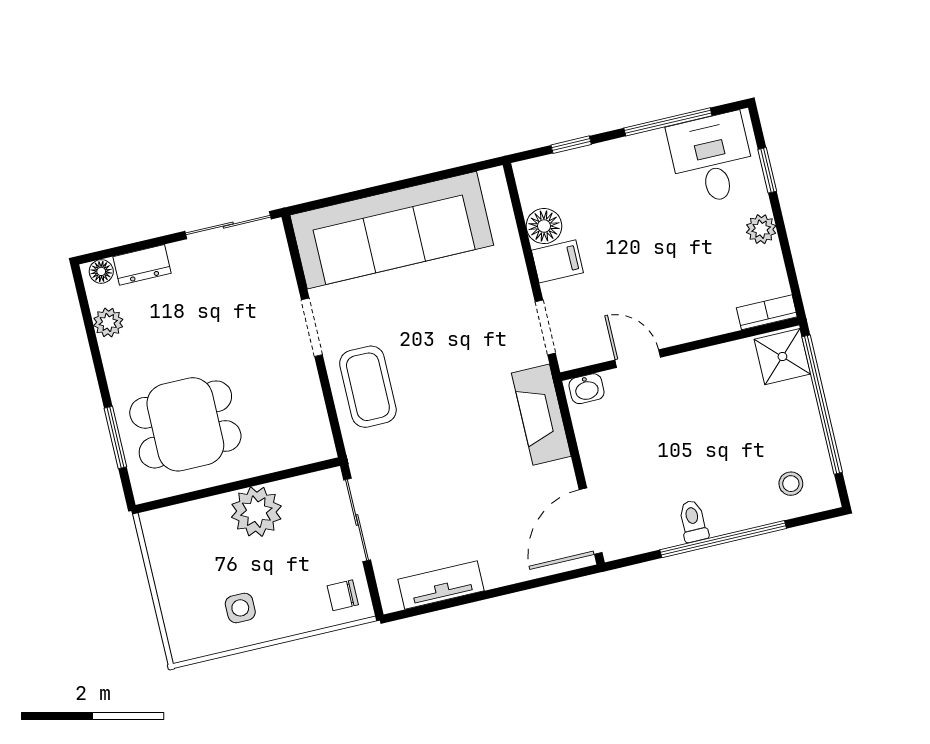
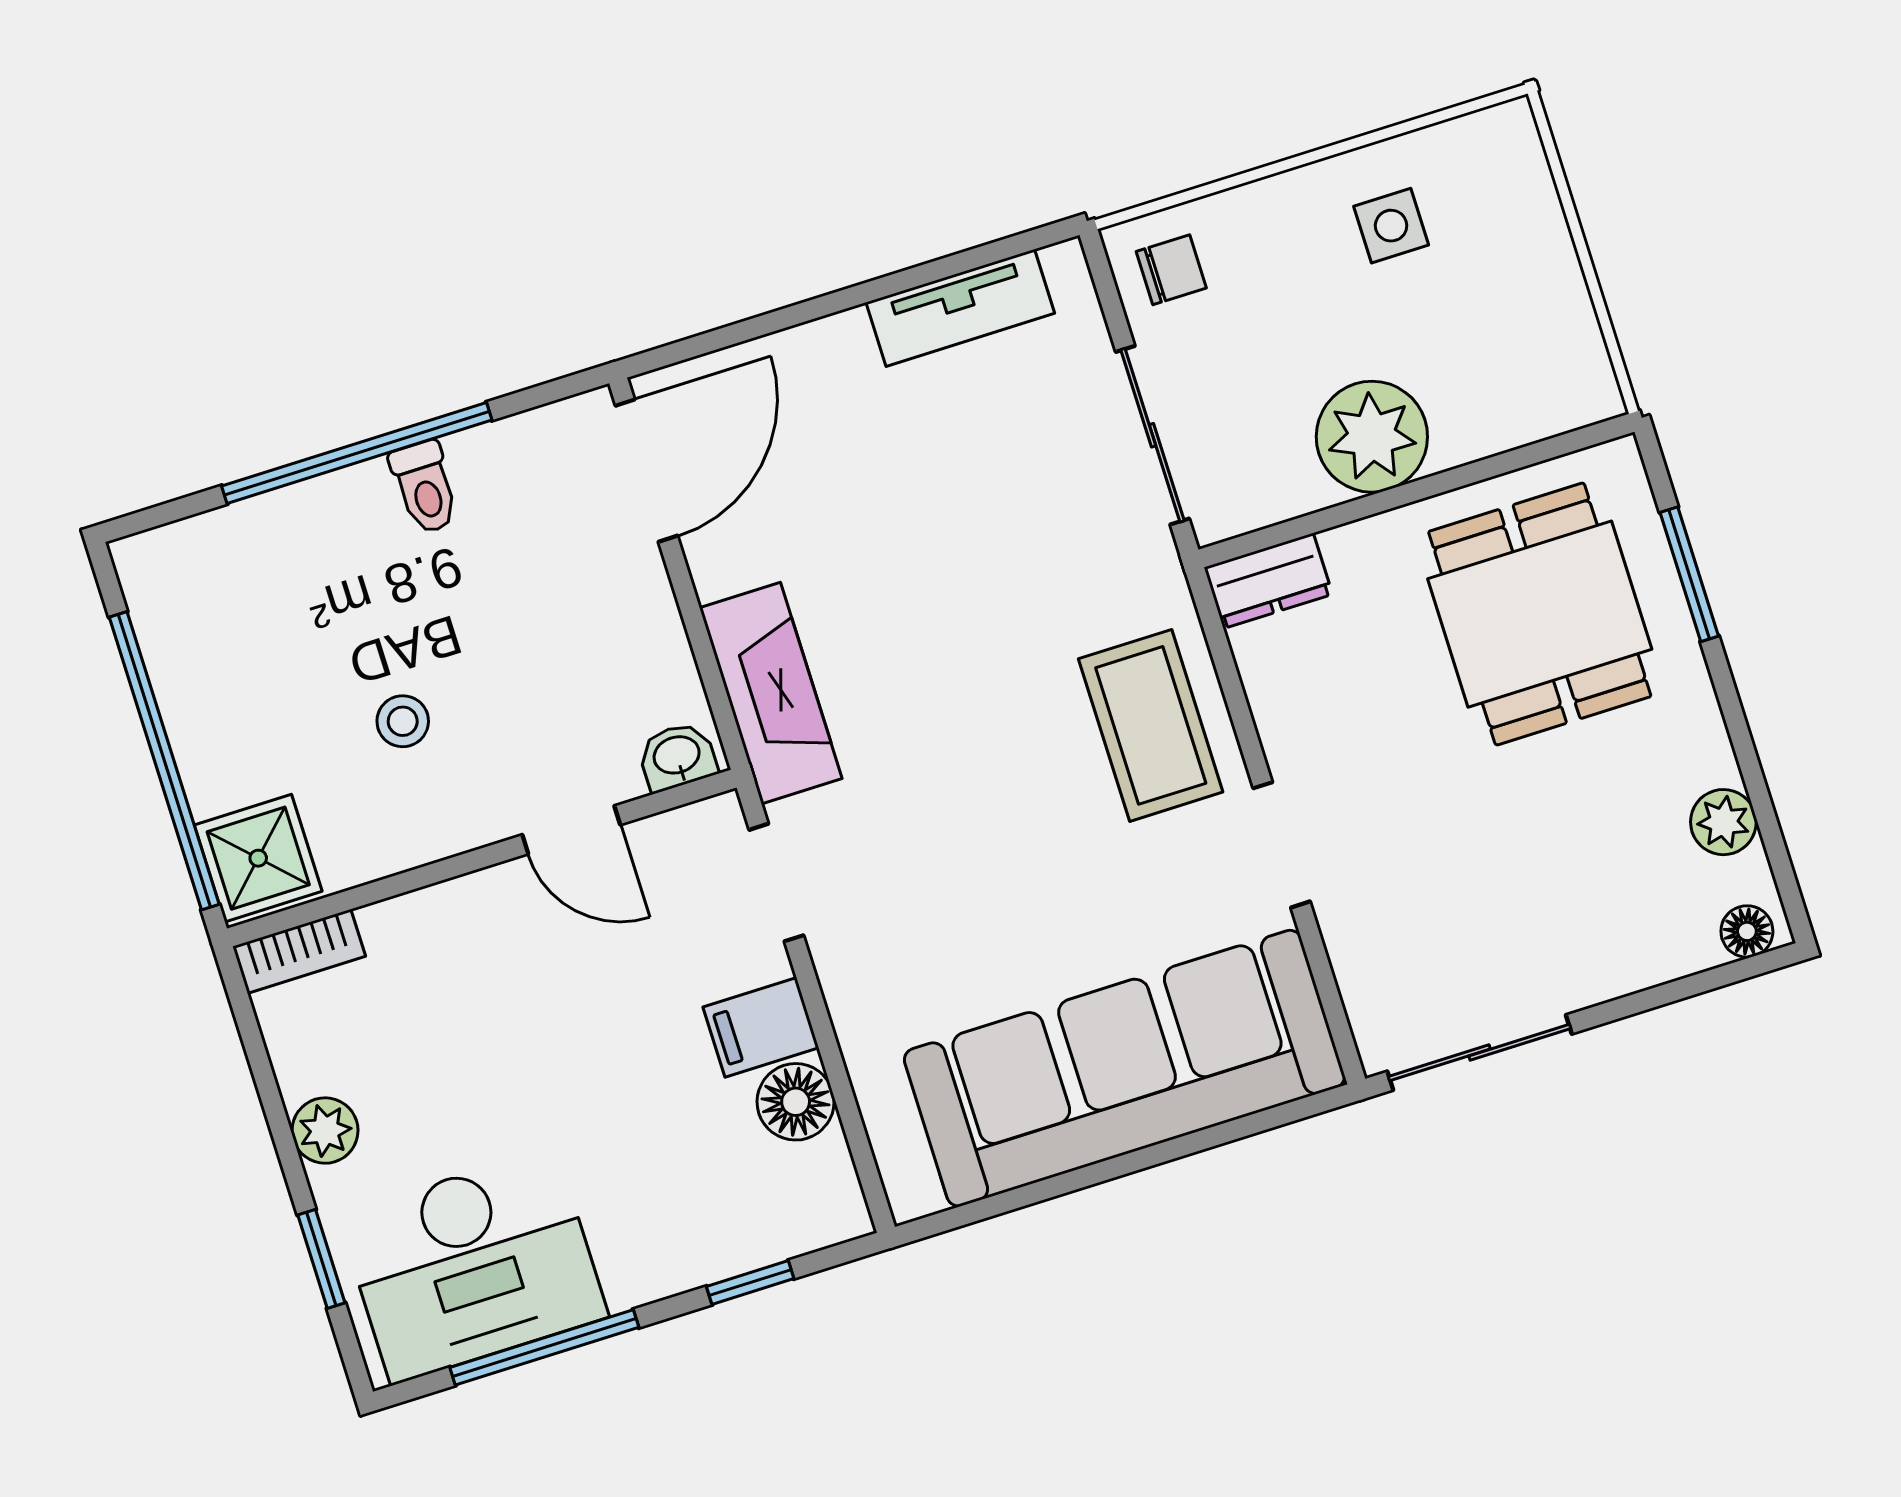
desk: (712, 159) -> (473, 1266), width x1.37
dresser: (142, 265) -> (1268, 581), moved, turned 180
dining table: (185, 424) -> (1540, 614), turned 90
stool: (791, 484) -> (403, 721), moved

